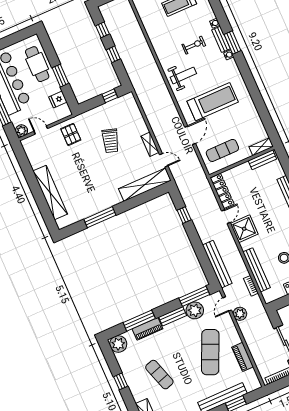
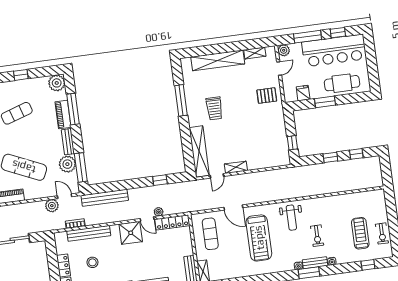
trolley: (110, 141) -> (214, 108), moved, turned -107
shelving: (32, 158) -> (255, 53), added
plant: (216, 207) -> (159, 212), added

